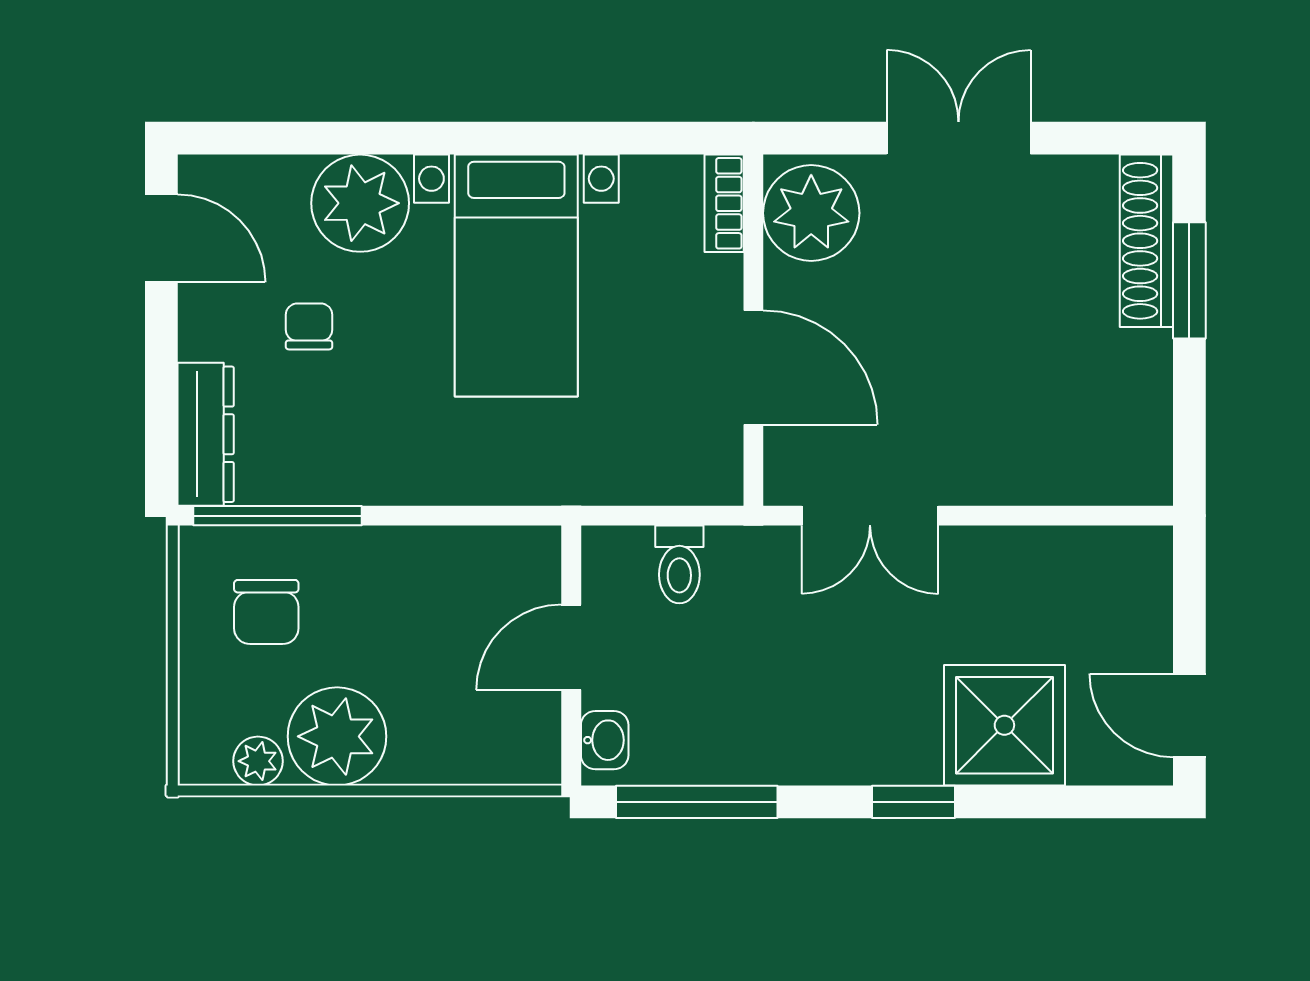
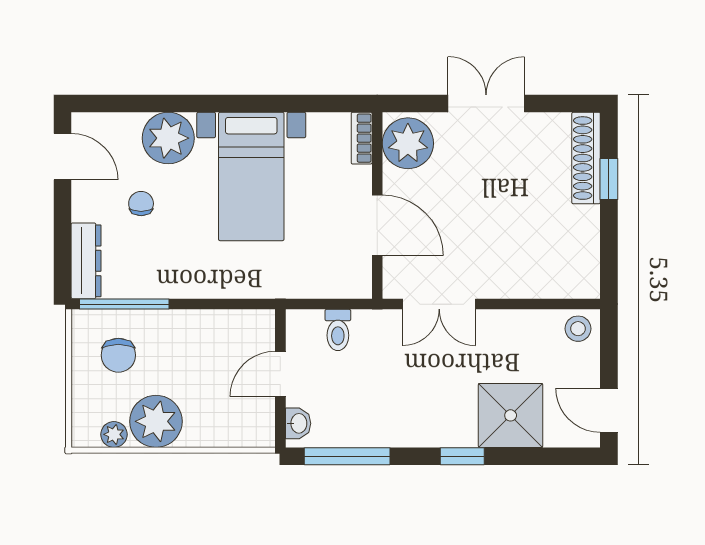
window: (1189, 280) -> (609, 179), width x0.67
stool: (1131, 562) -> (578, 329), added

